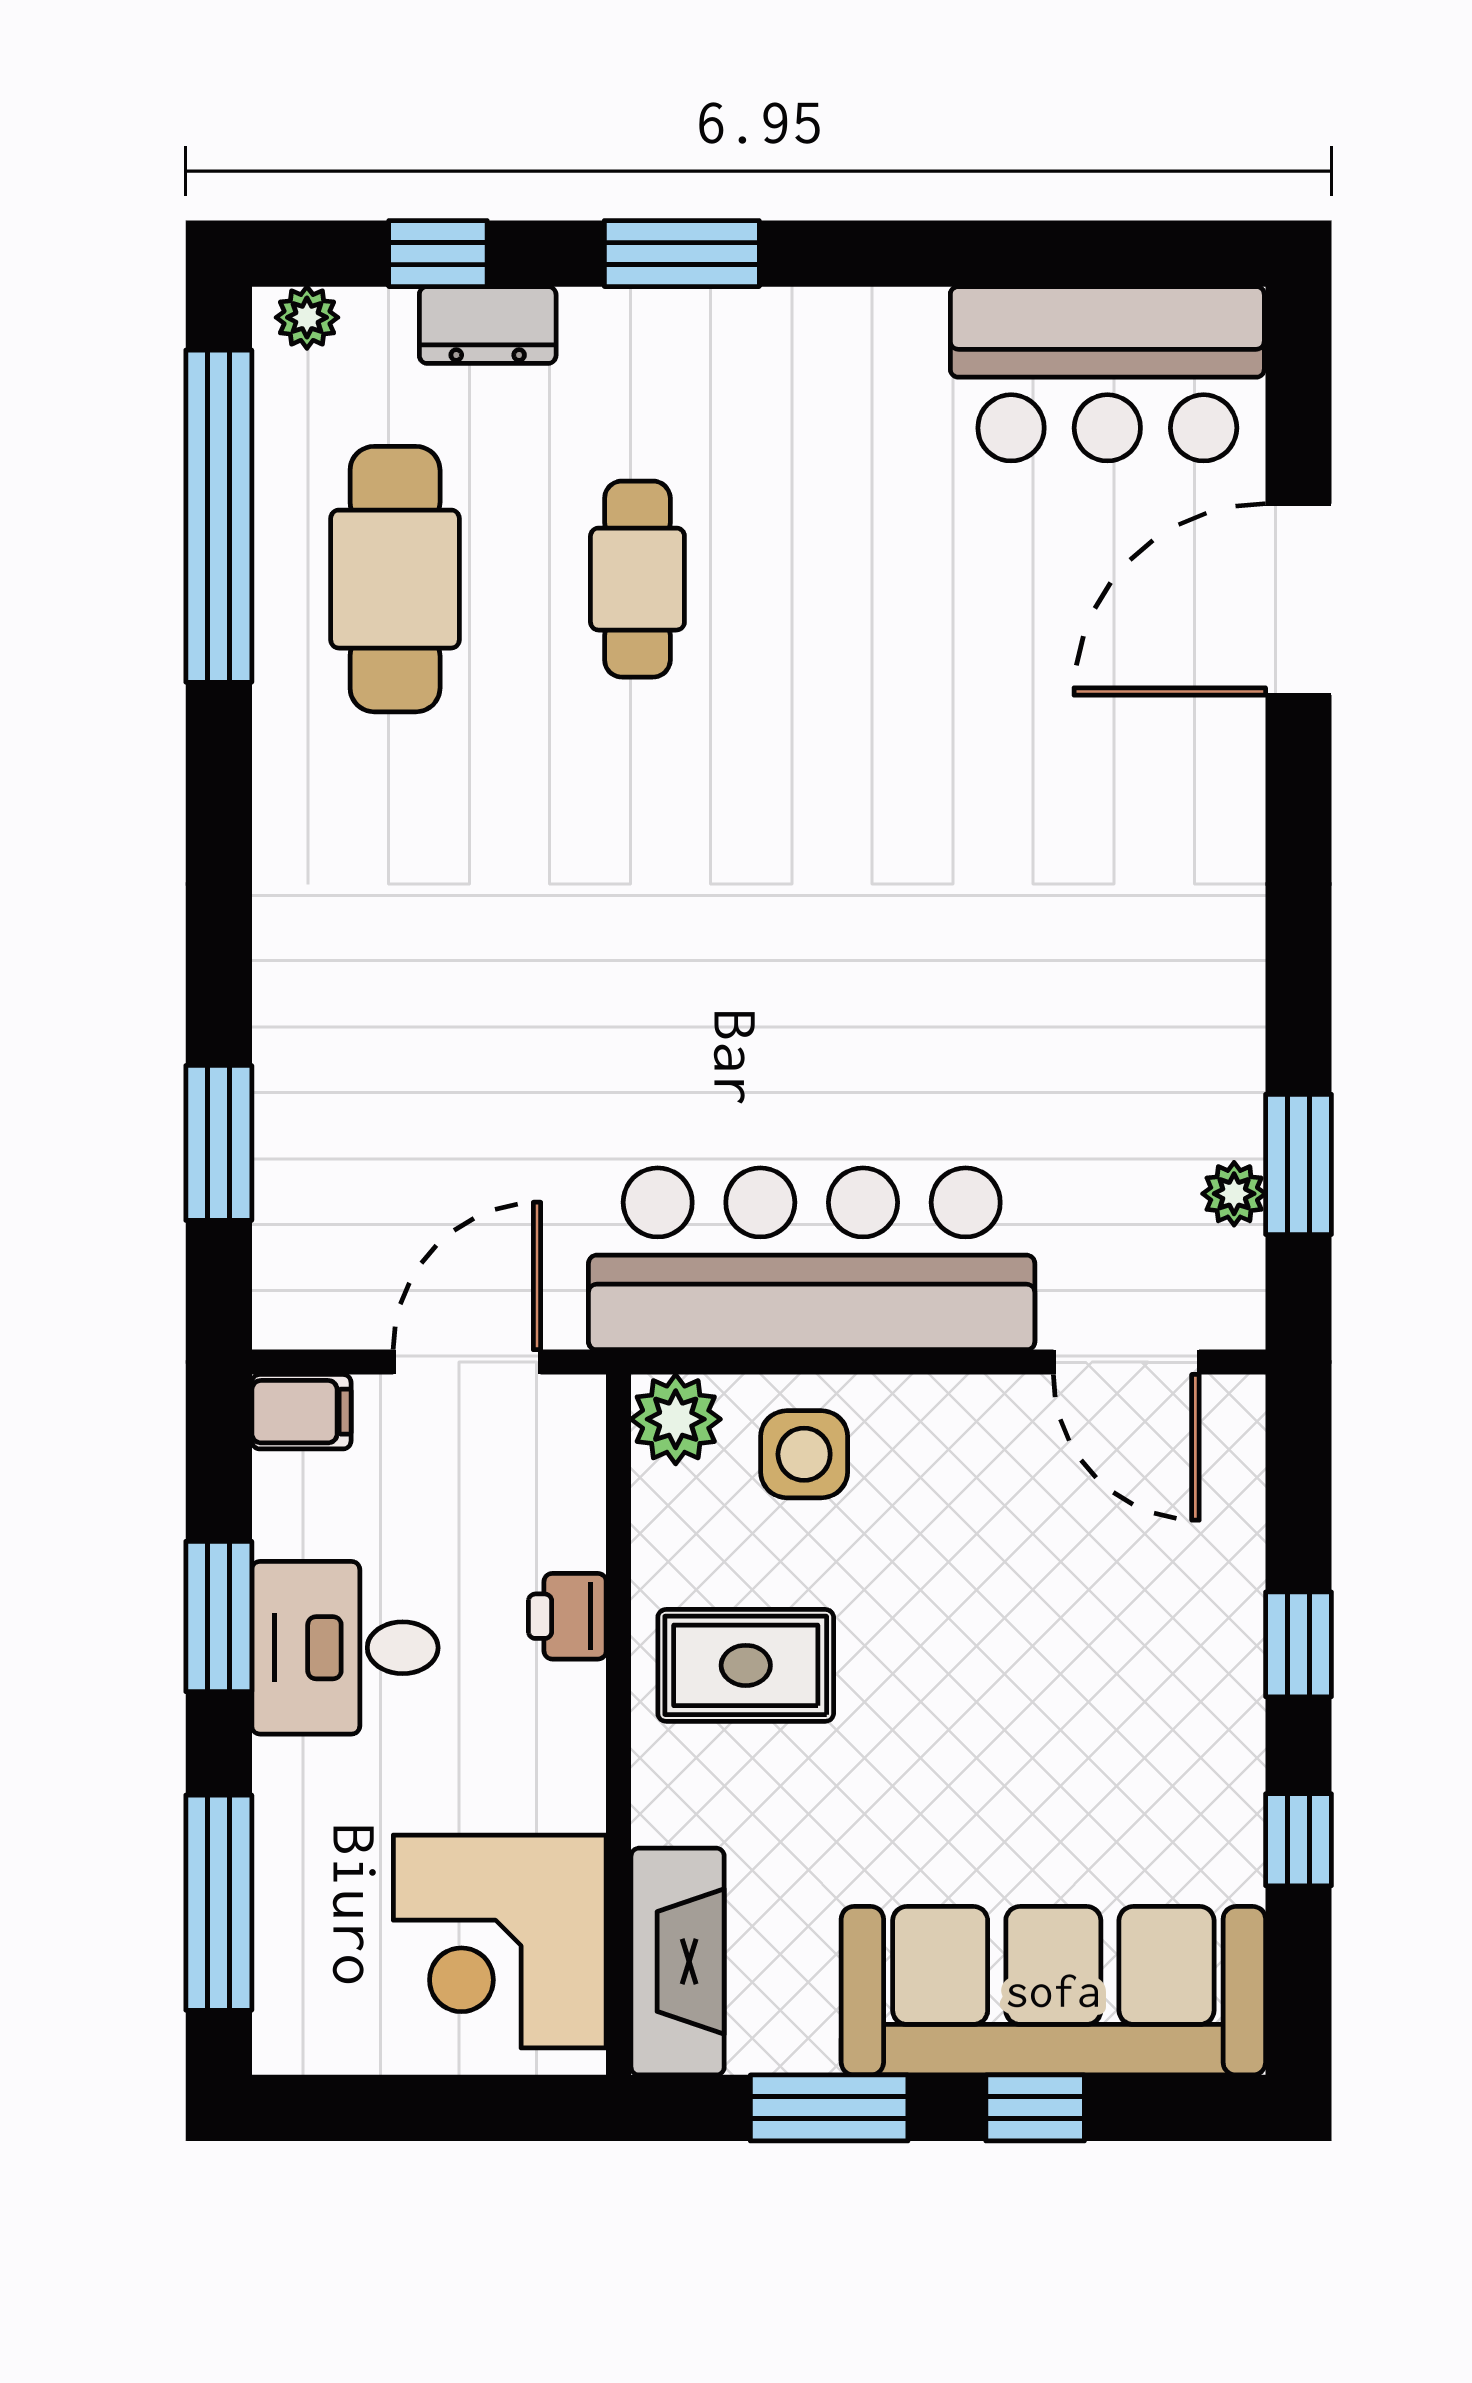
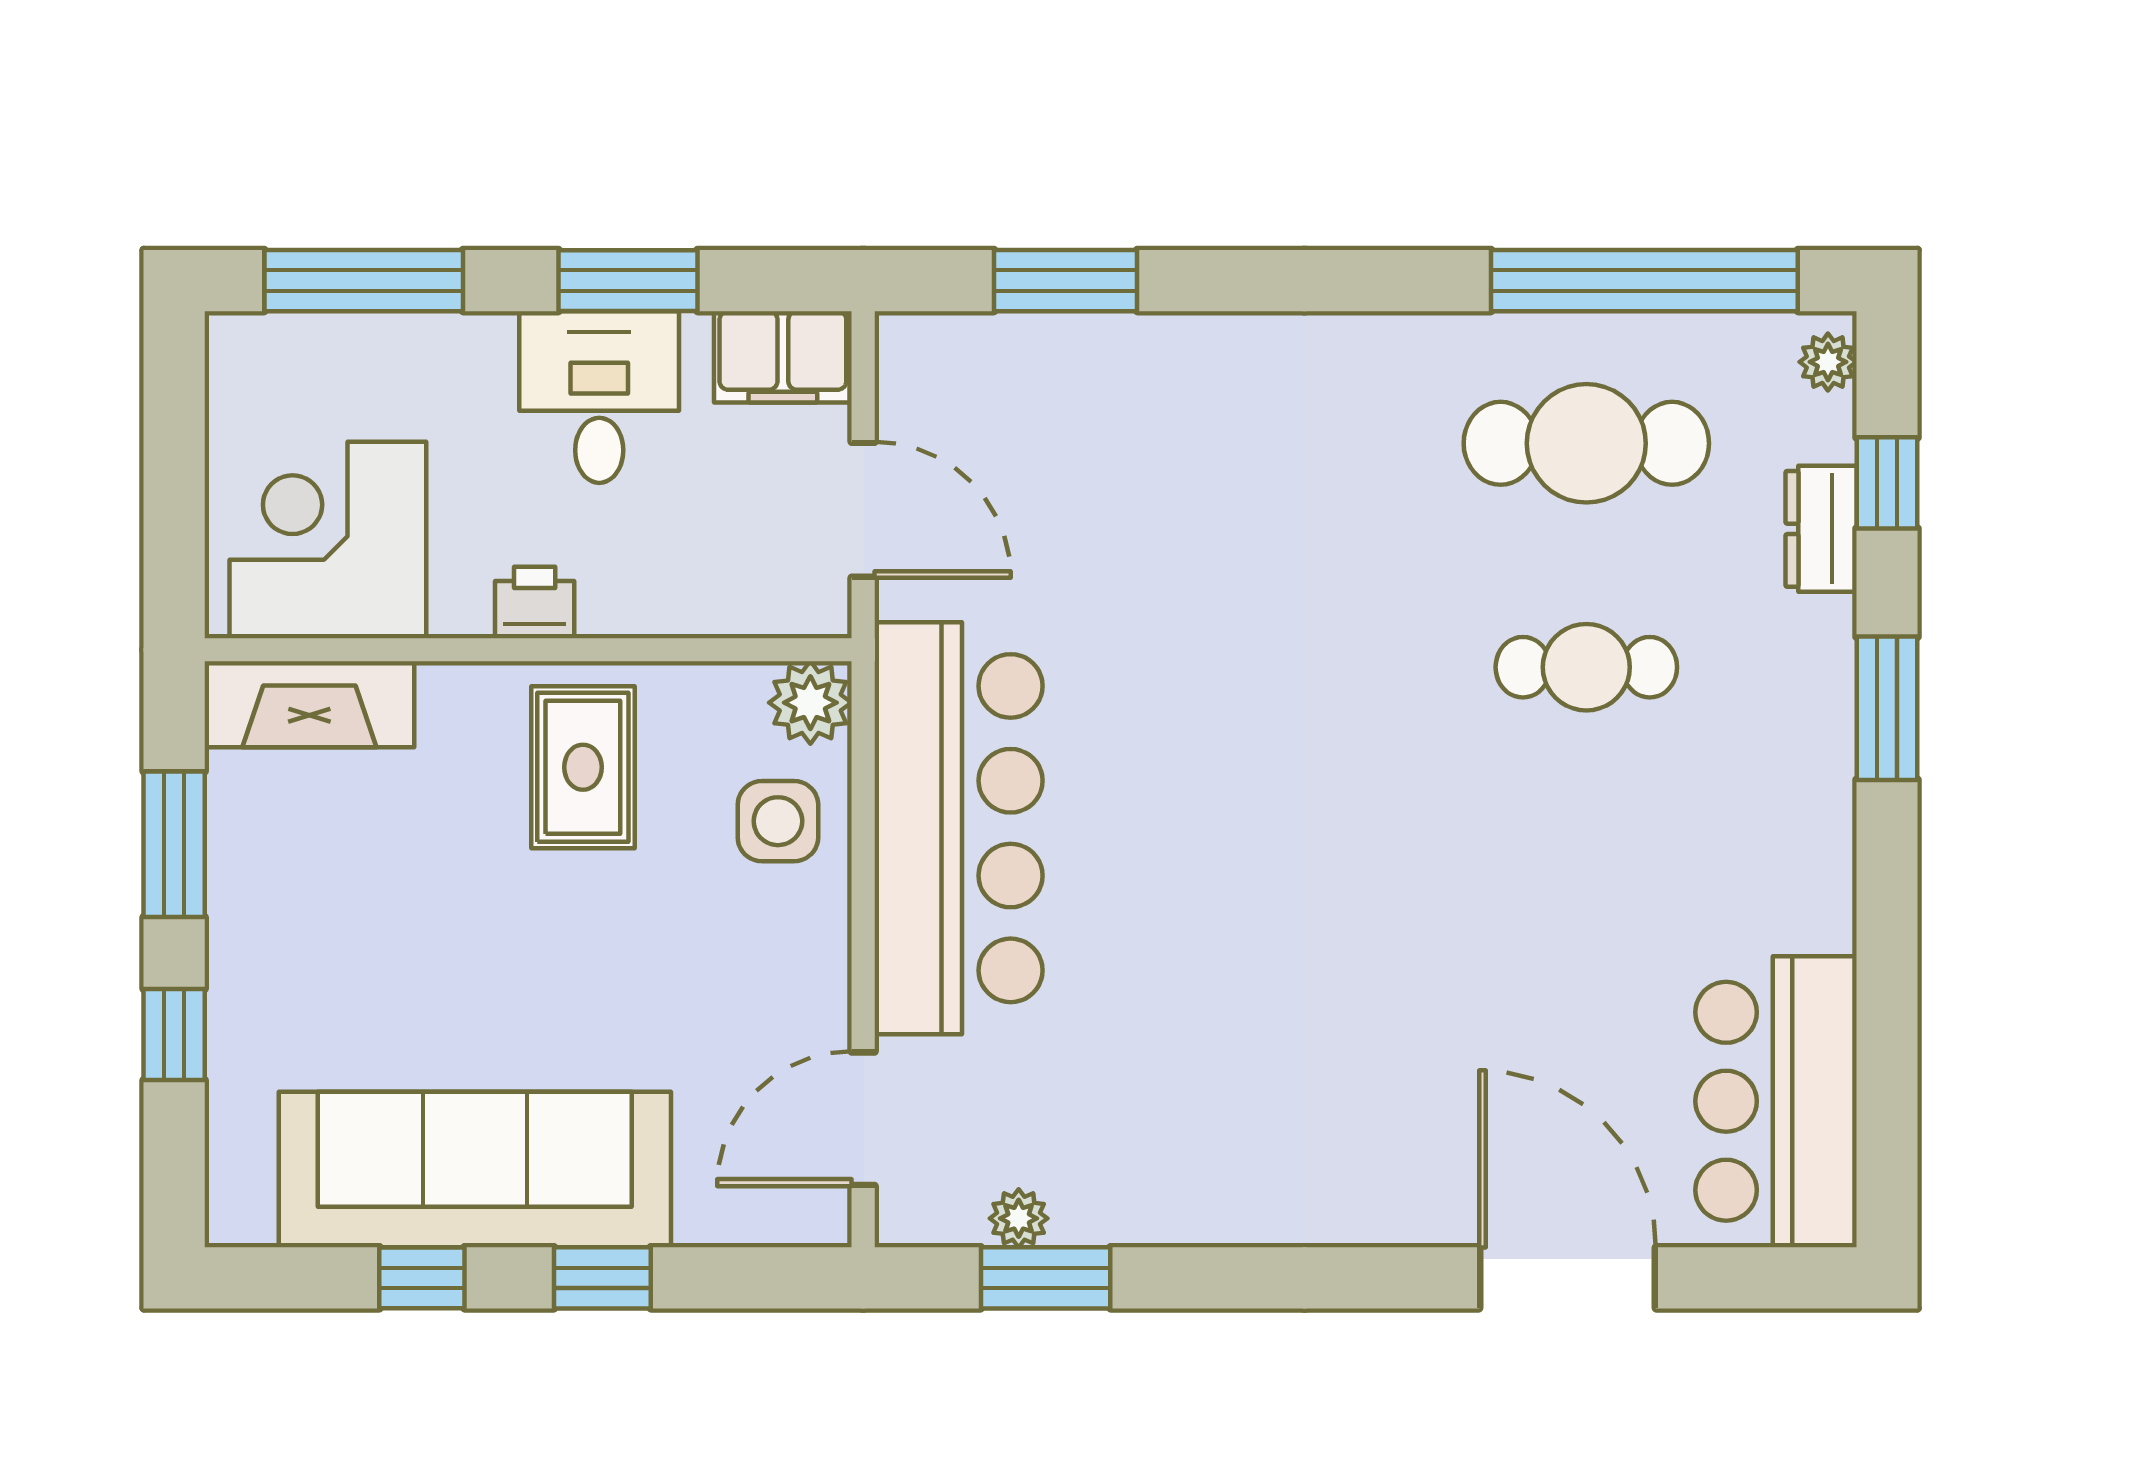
filing cabinet: (301, 1412) -> (783, 357), width x2.00
printer: (567, 1616) -> (535, 602), moved
sofa: (1053, 1991) -> (475, 1170), moved, turned -90

